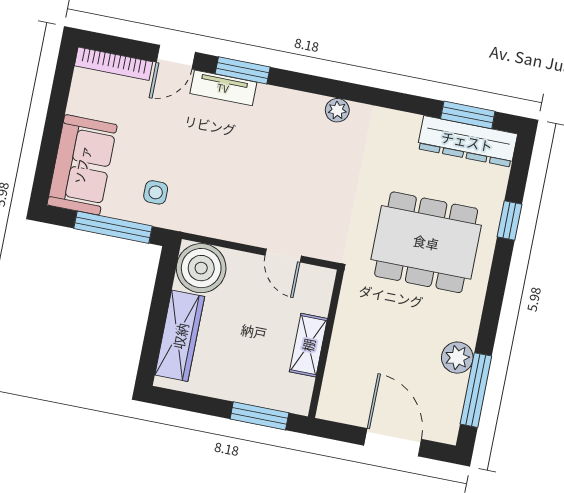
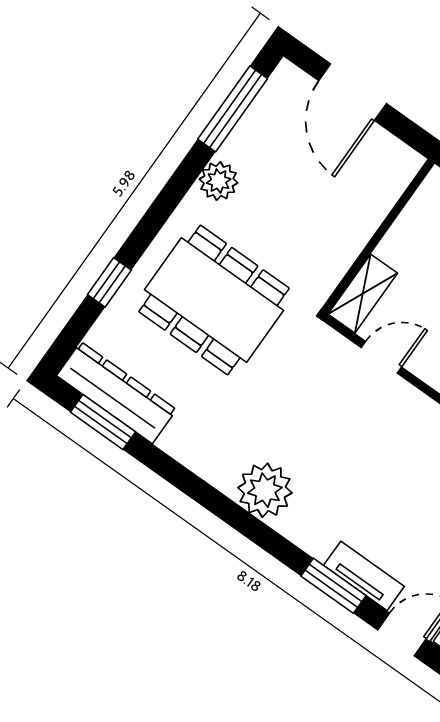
plant: (337, 110) -> (265, 490), width x1.88, depth x1.88
door: (283, 256) -> (381, 357), hinge flipped
shelving: (308, 345) -> (363, 294), moved
plant: (457, 358) -> (219, 181), moved

